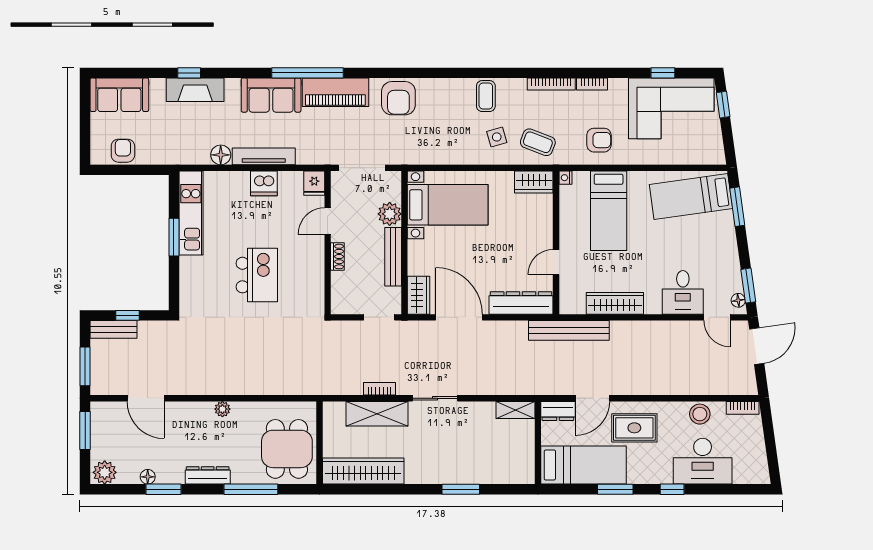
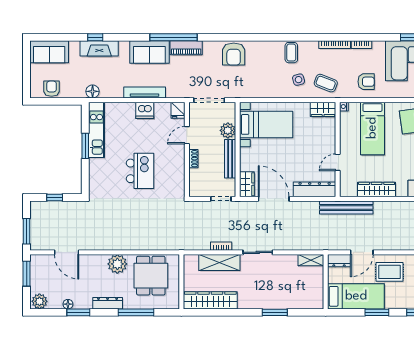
piano: (335, 92) -> (186, 48), width x0.73, depth x0.75
floor lamp: (221, 155) -> (93, 91), moved
bench: (113, 329) -> (45, 207), removed
plant: (222, 409) -> (117, 264), width x1.88, depth x1.88
dining table: (287, 449) -> (151, 276), moved

